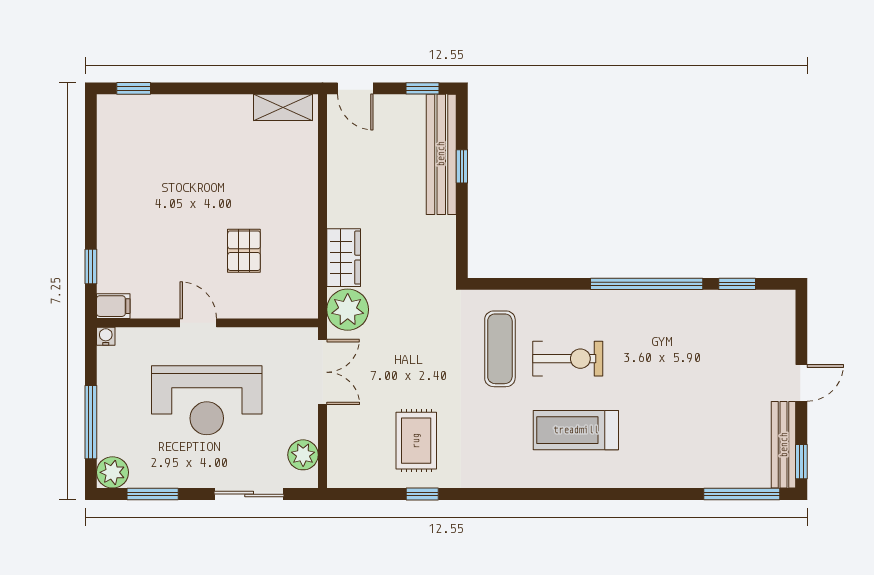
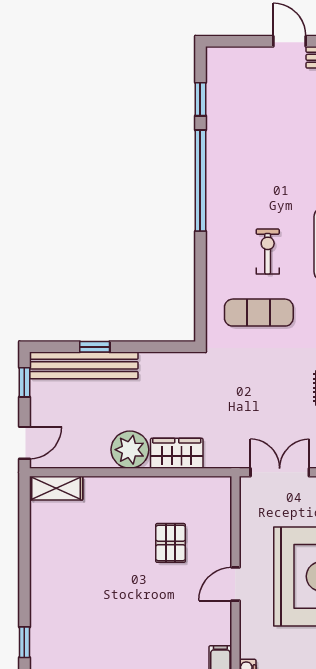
shelving: (283, 107) -> (56, 488), moved, turned 90
pallet: (244, 251) -> (171, 543), turned 90
plant: (348, 310) -> (130, 450), moved
exercise bike: (568, 359) -> (268, 251), width x0.73, depth x0.72

